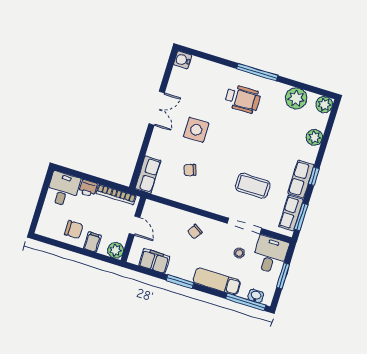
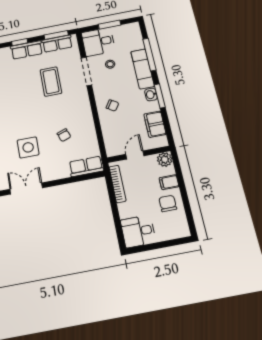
printer: (88, 188) -> (125, 210), removed
washbasin: (256, 296) -> (151, 95), moved
window: (246, 302) -> (149, 54), moved

